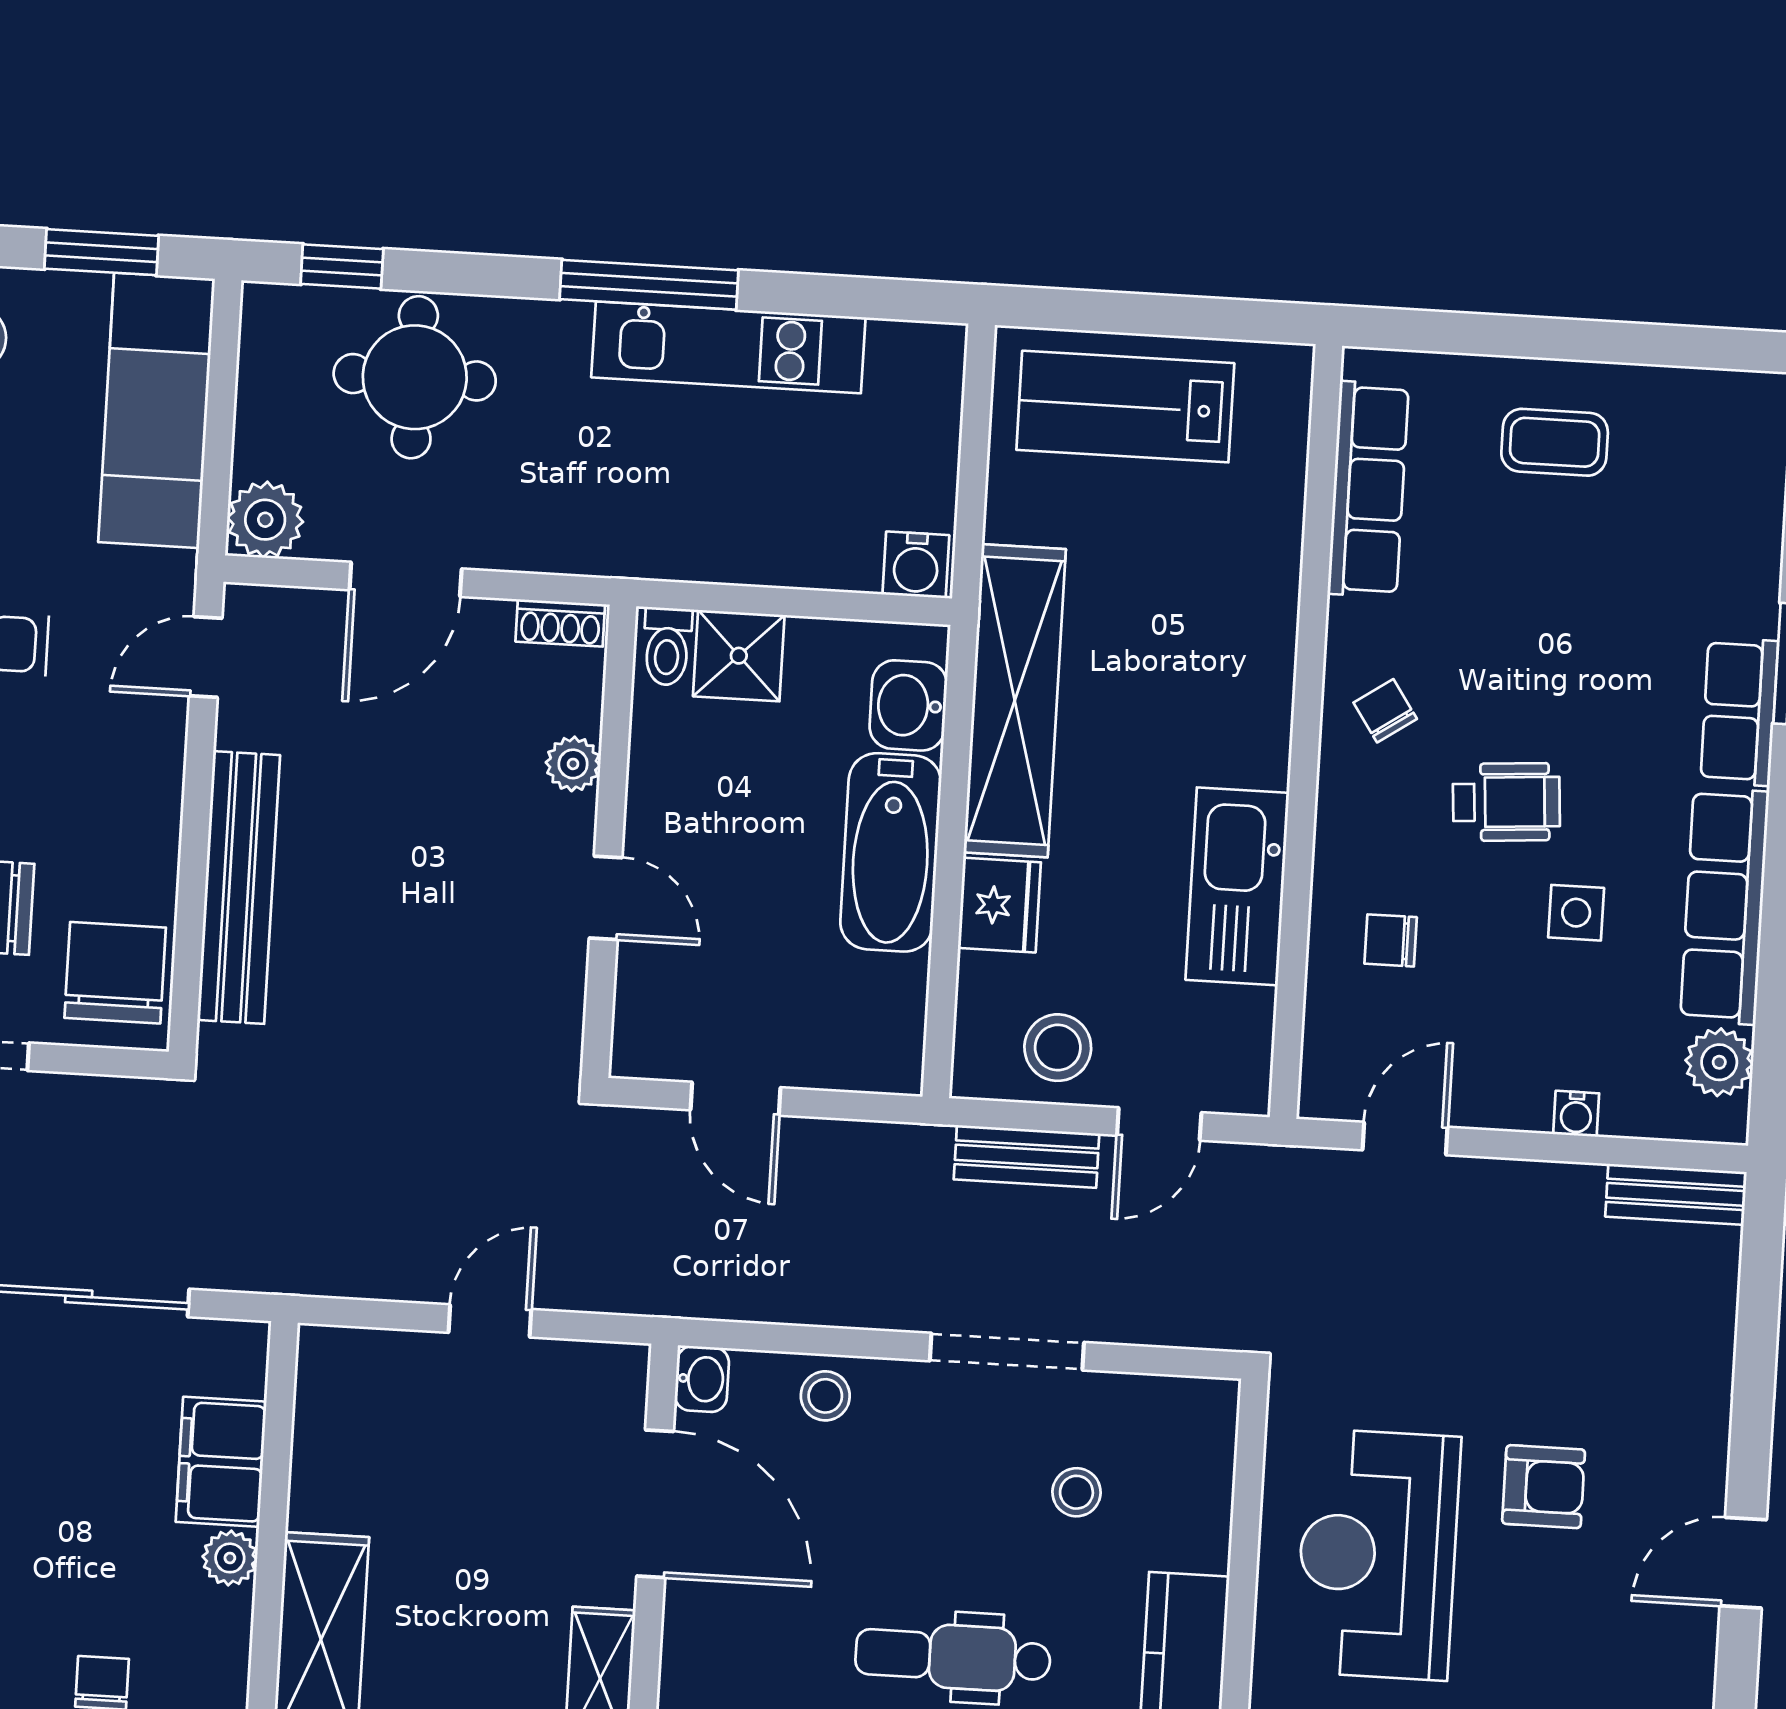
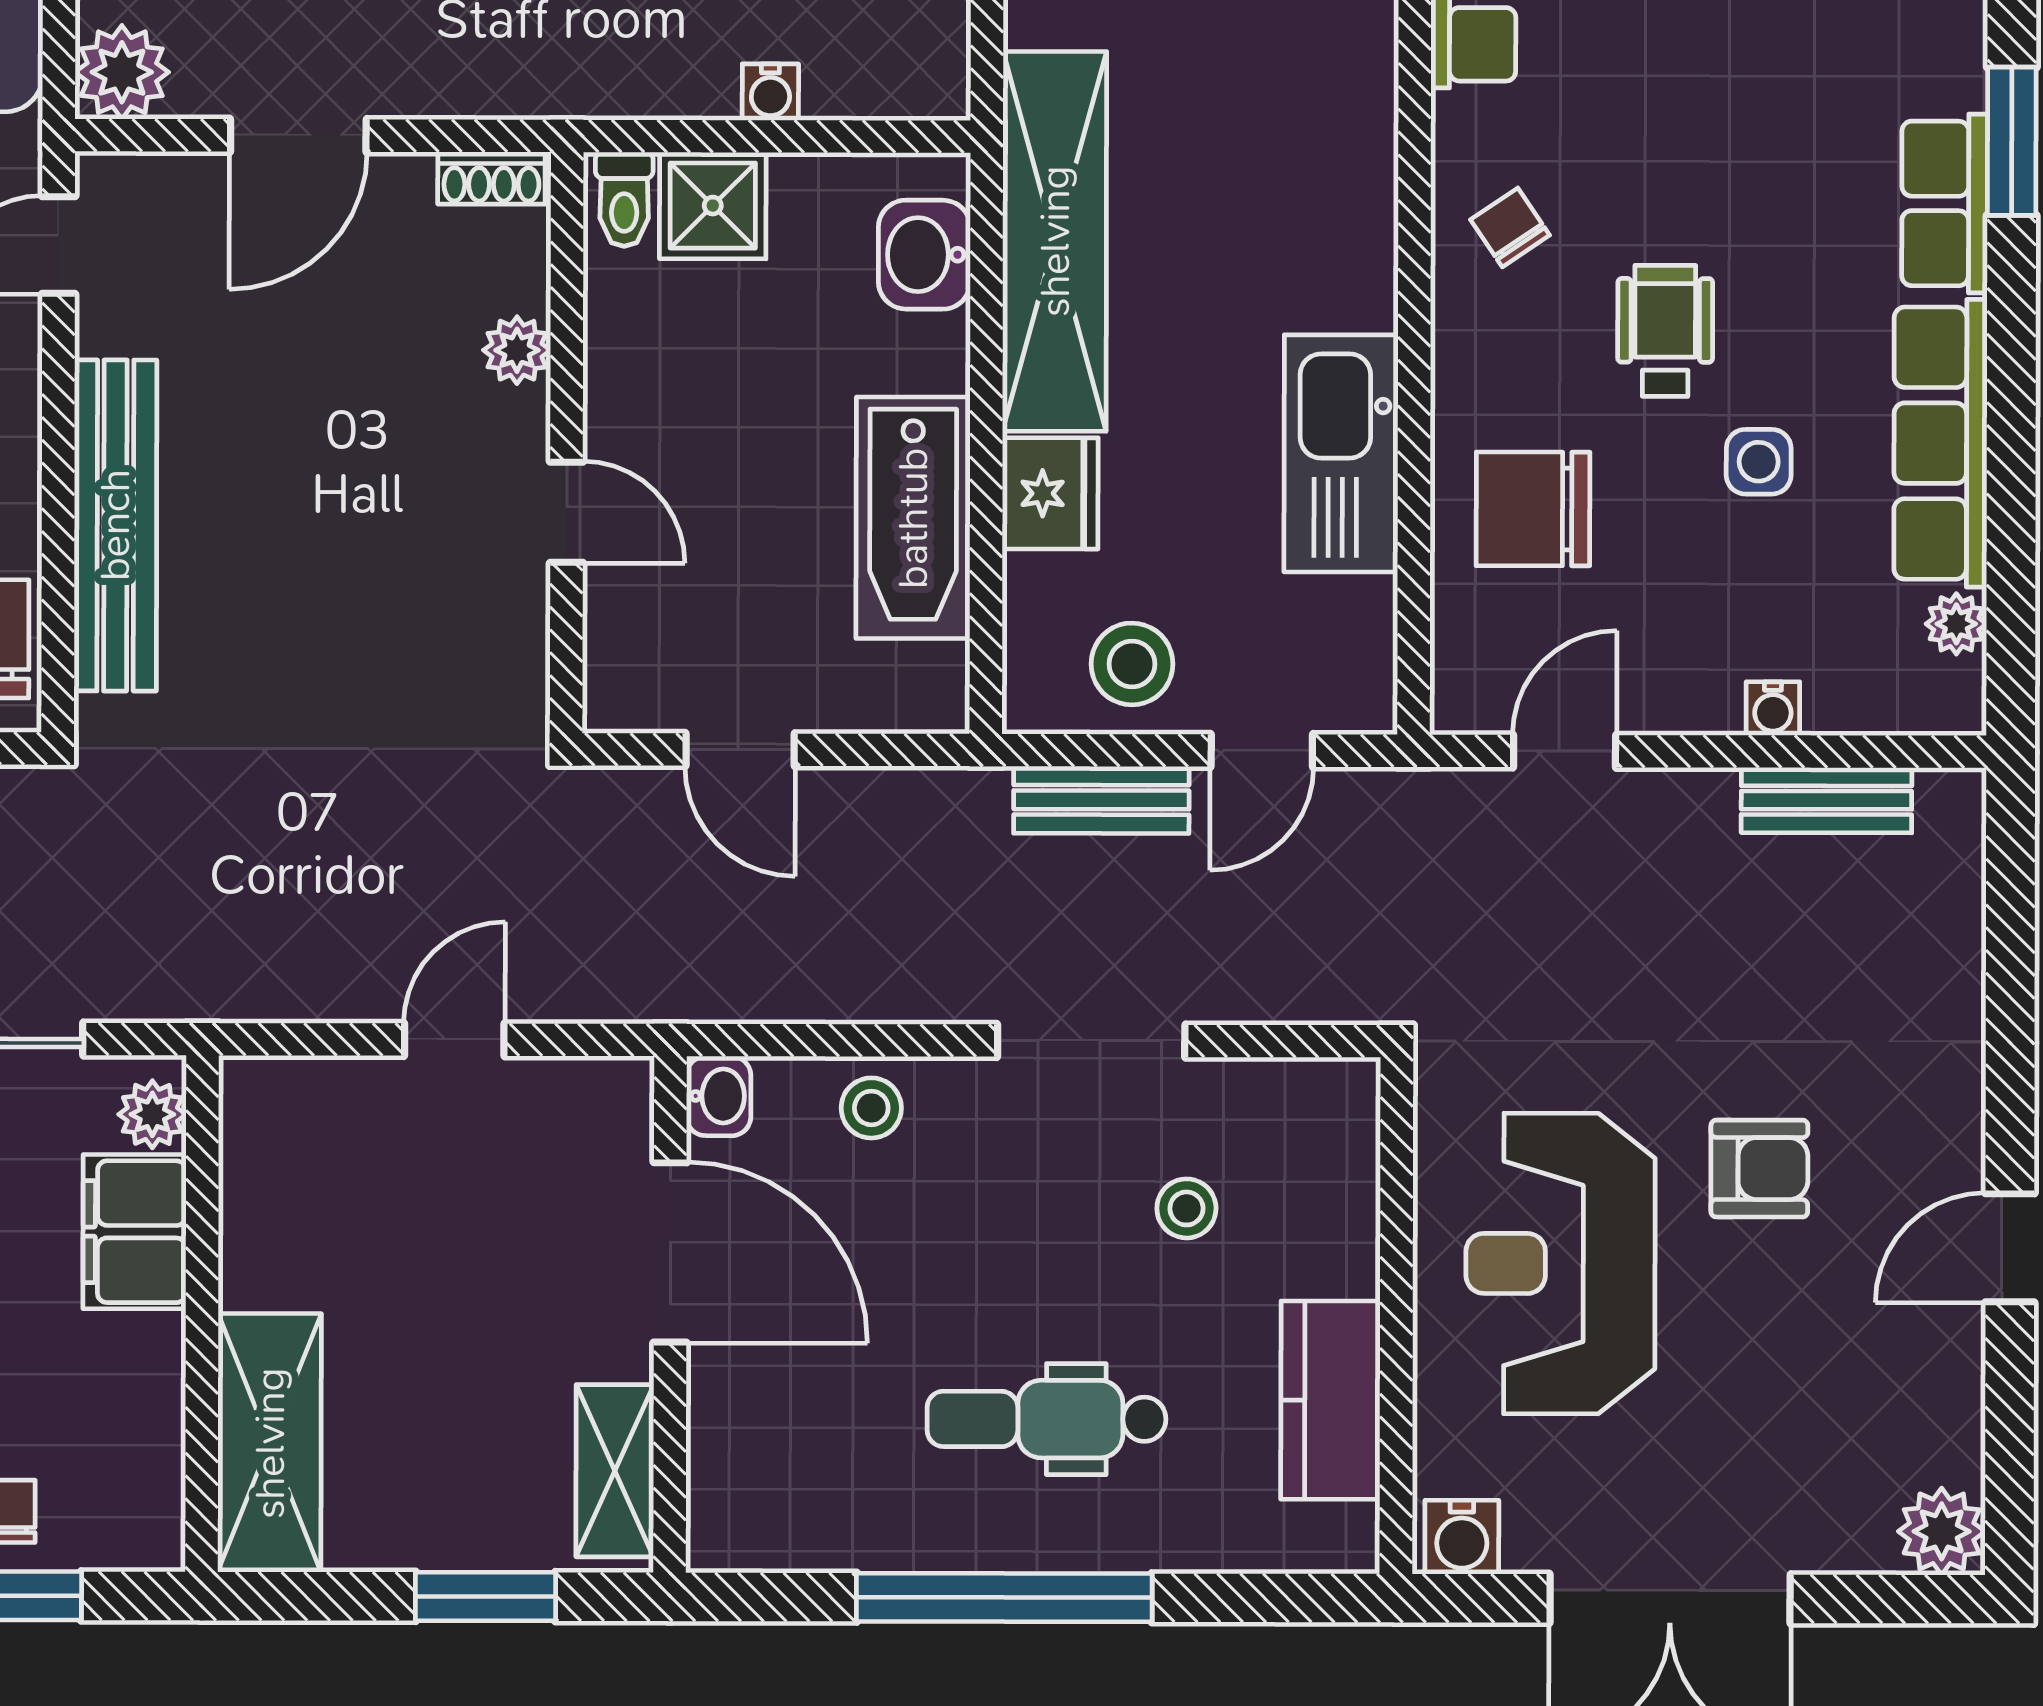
water cooler: (916, 565) -> (770, 92), moved, width x0.72, depth x0.72
wheelchair: (1506, 802) -> (1665, 331), turned -86
bathtub: (891, 852) -> (913, 518), moved
chair: (1391, 940) -> (1533, 509), width x1.87, depth x1.87
plant: (1719, 1062) -> (1956, 624), width x0.73, depth x0.73
bench: (1676, 1194) -> (1826, 800), moved
plant: (230, 1558) -> (152, 1114), moved

